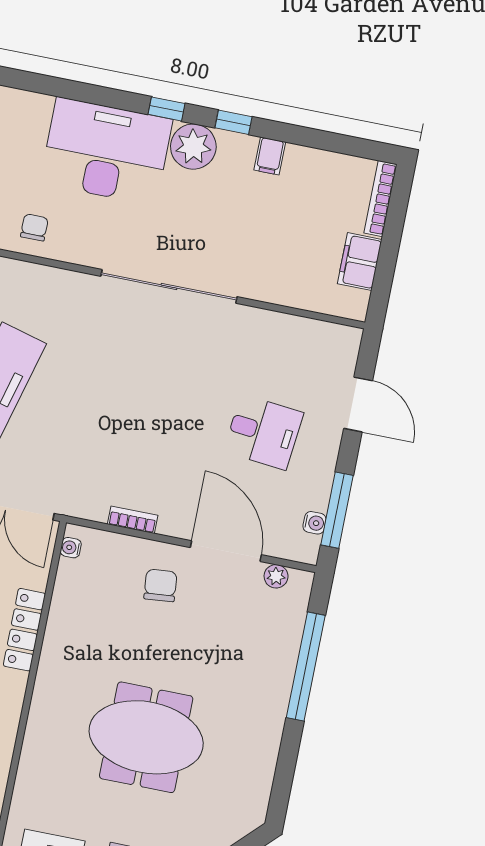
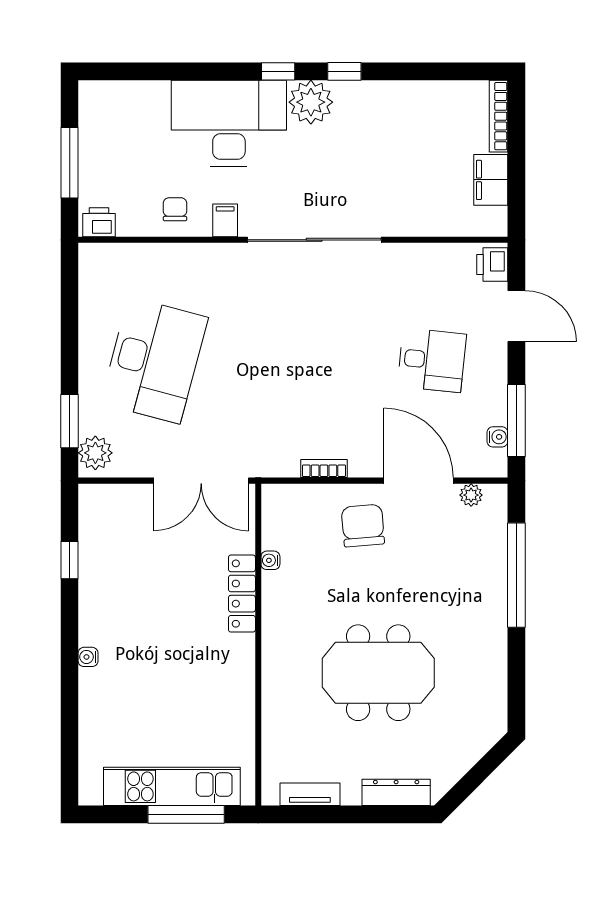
filing cabinet: (270, 156) -> (225, 220), moved, turned 180
printer: (344, 347) -> (492, 264), added
water cooler: (71, 548) -> (270, 560), moved
chair: (160, 585) -> (363, 526), width x1.37, depth x1.37

